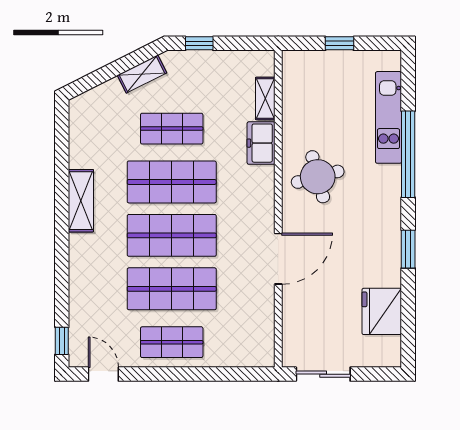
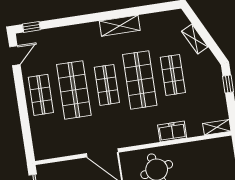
shelving: (142, 74) -> (195, 39), moved
shelving: (265, 99) -> (217, 127), moved
shop shelf: (172, 235) -> (107, 85), width x0.70, depth x0.74

